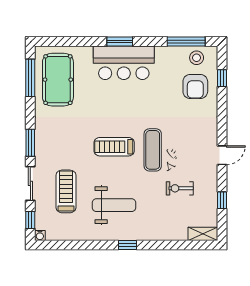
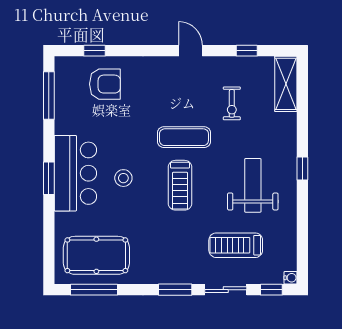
stool: (197, 58) -> (123, 178), moved
shelving: (203, 234) -> (286, 84), width x1.50, depth x1.33

